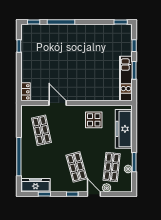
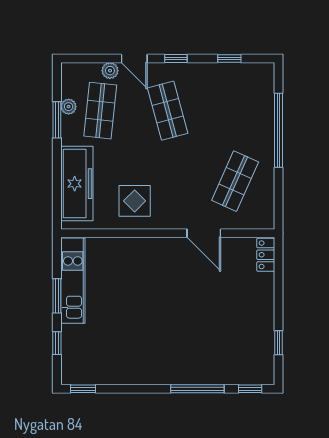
shop shelf: (41, 130) -> (235, 181), turned 36
freezer: (36, 185) -> (246, 75), removed

